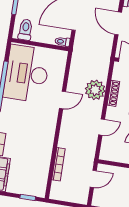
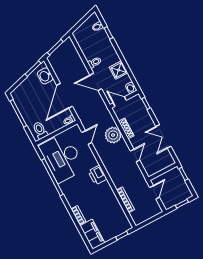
door: (62, 100) -> (87, 137), moved
printer: (49, 118) -> (97, 175), added

